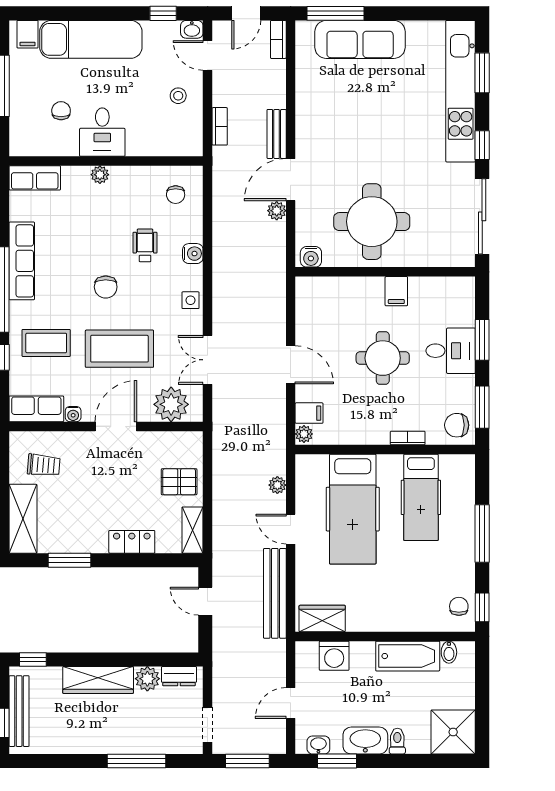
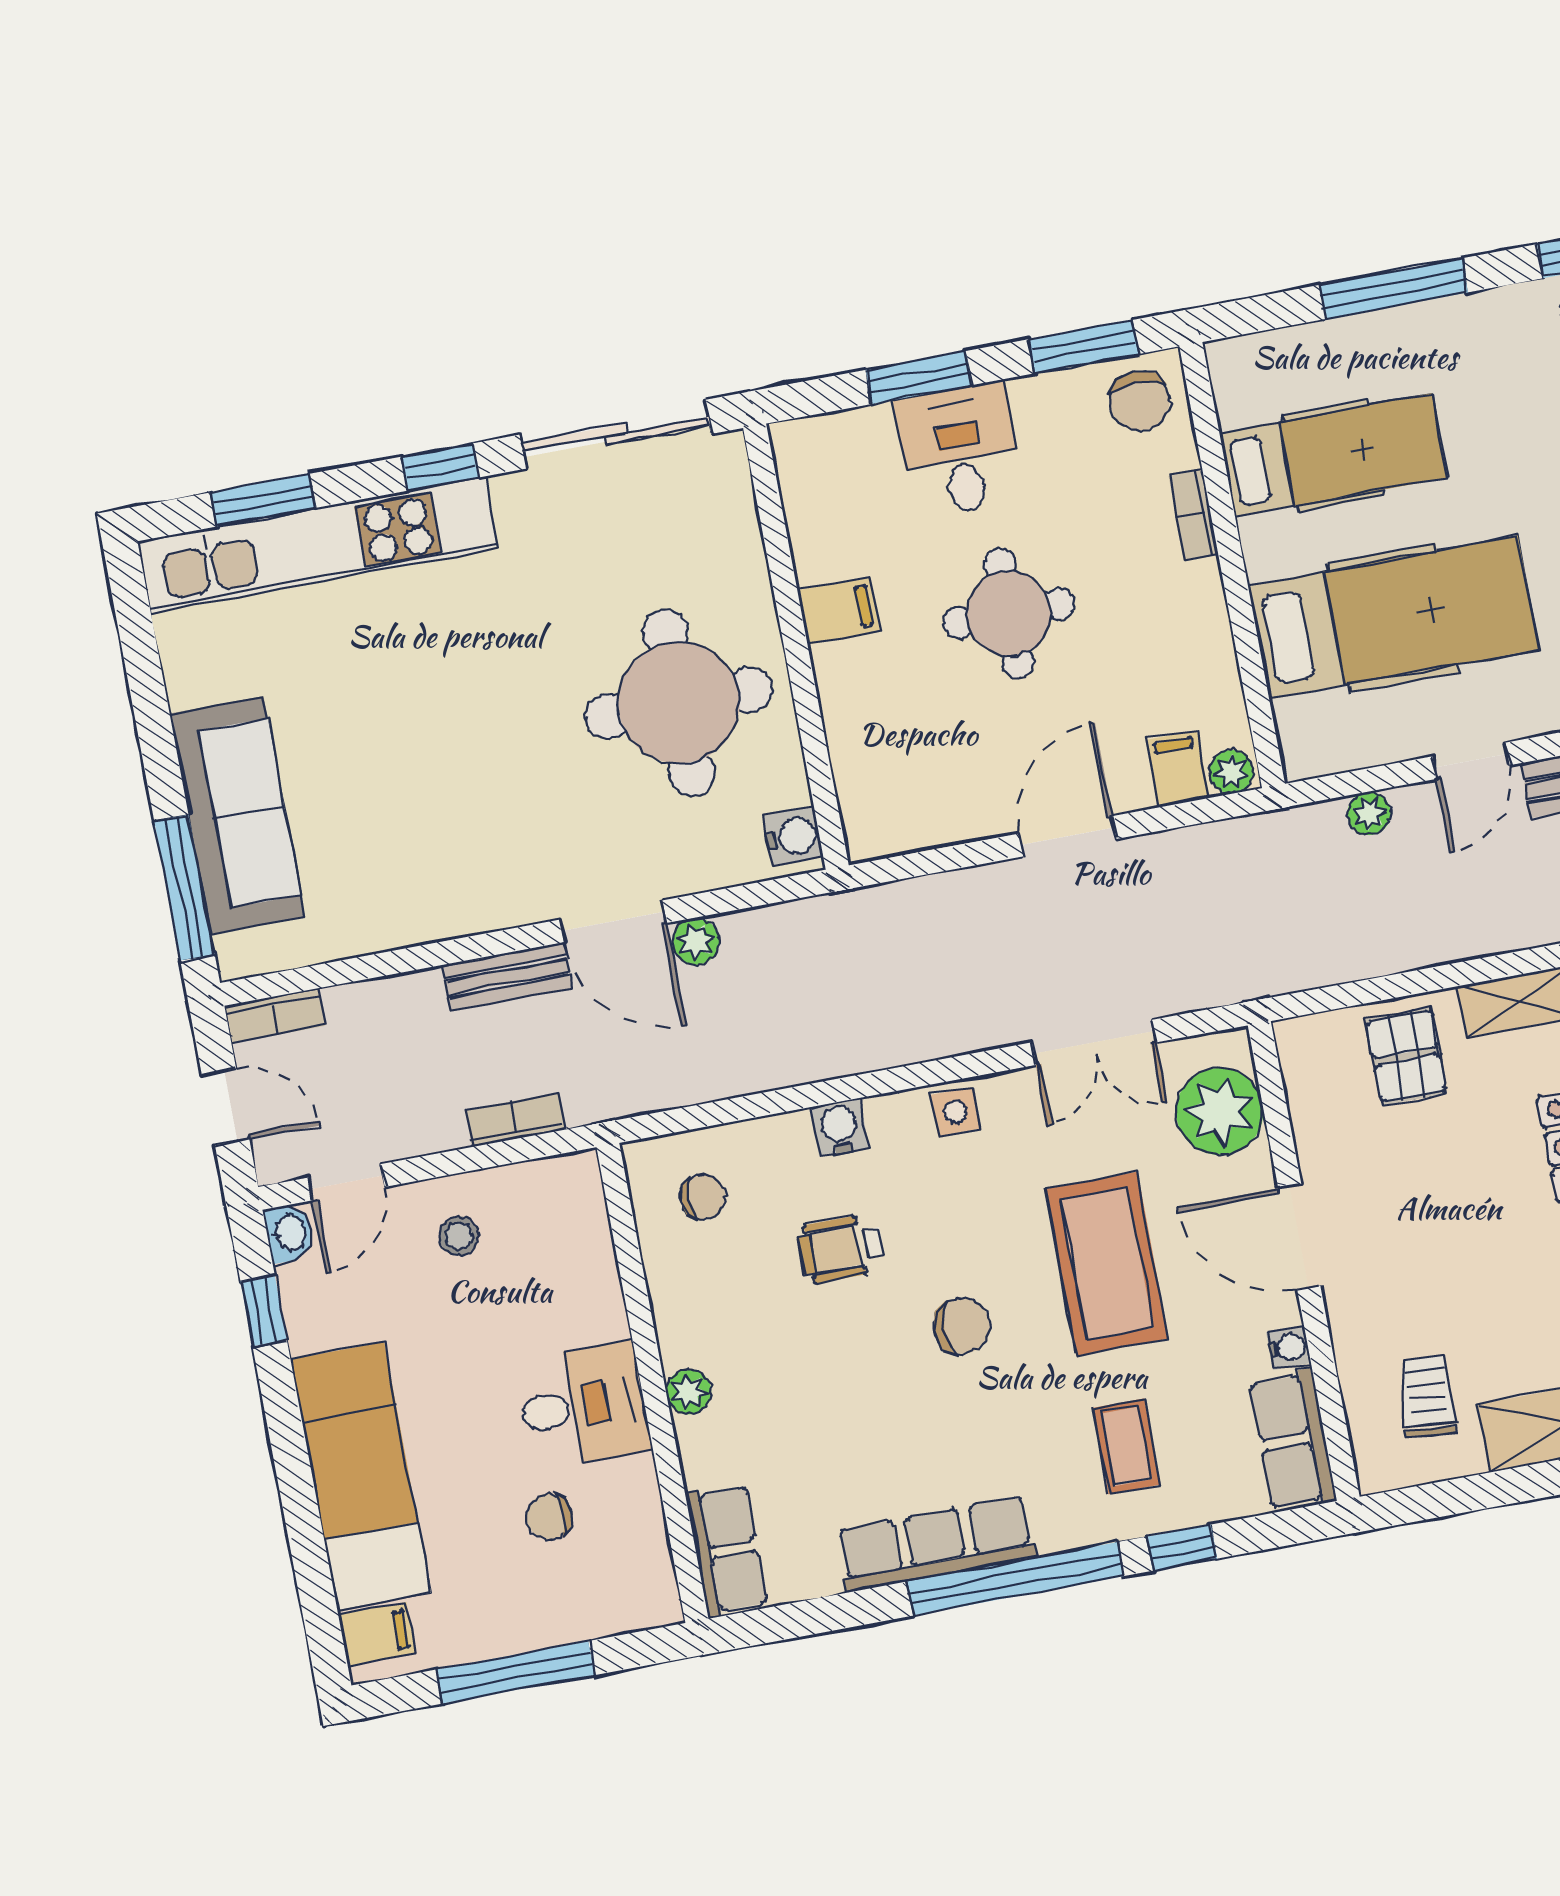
coffee table: (46, 343) -> (1126, 1446), width x0.73, depth x0.77

